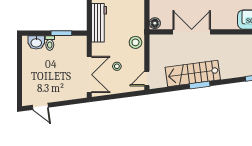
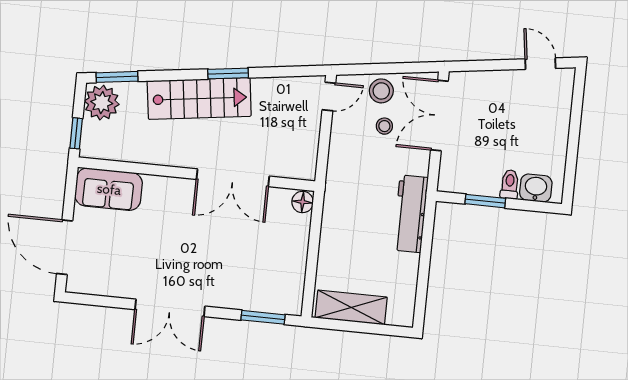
stool: (135, 42) -> (381, 91), moved
stairs: (193, 73) -> (199, 99), moved

